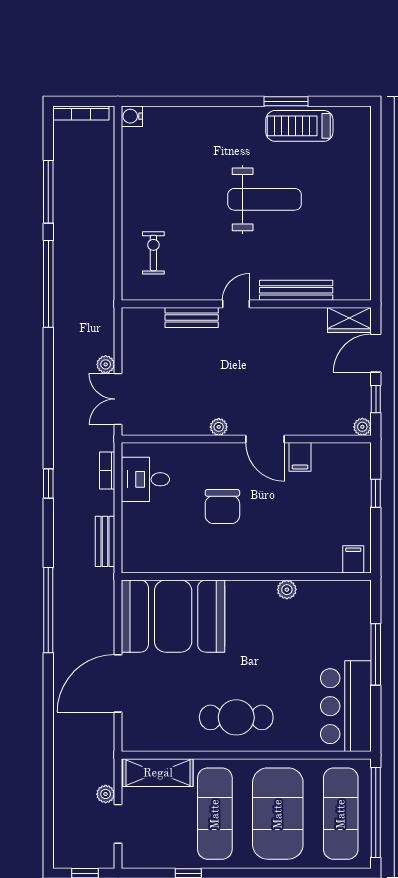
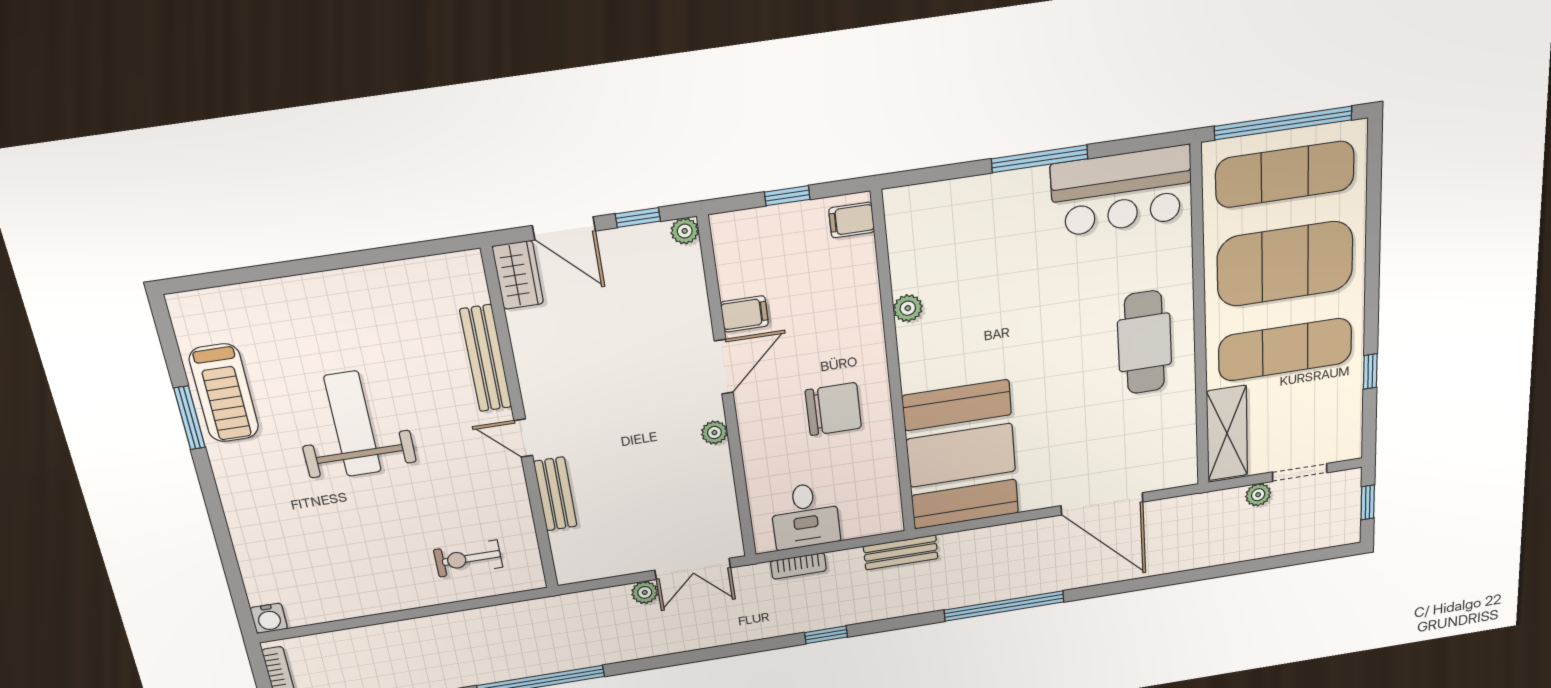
filing cabinet: (353, 559) -> (852, 220), moved
wall: (246, 576) -> (893, 367), moved
plant: (287, 590) -> (908, 308), moved
booth: (173, 616) -> (961, 455), moved

